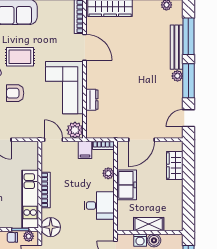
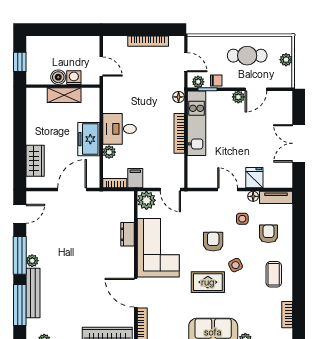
armchair: (15, 93) -> (213, 242), turned -90
desk: (99, 206) -> (119, 129), moved
floor lamp: (51, 227) -> (179, 97), width x0.53, depth x0.53

